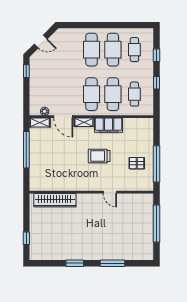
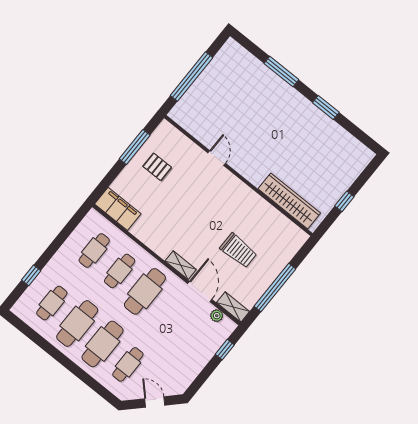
cafe table: (70, 50) -> (128, 364), added
window: (26, 71) -> (225, 350), moved
window: (156, 83) -> (57, 243), removed
cafe table: (113, 94) -> (120, 271), width x0.73, depth x0.74
filing cabinet: (109, 125) -> (118, 209), moved
trolley: (99, 156) -> (238, 251), moved
window: (156, 164) -> (135, 147), width x0.68
window: (26, 238) -> (344, 201), moved

